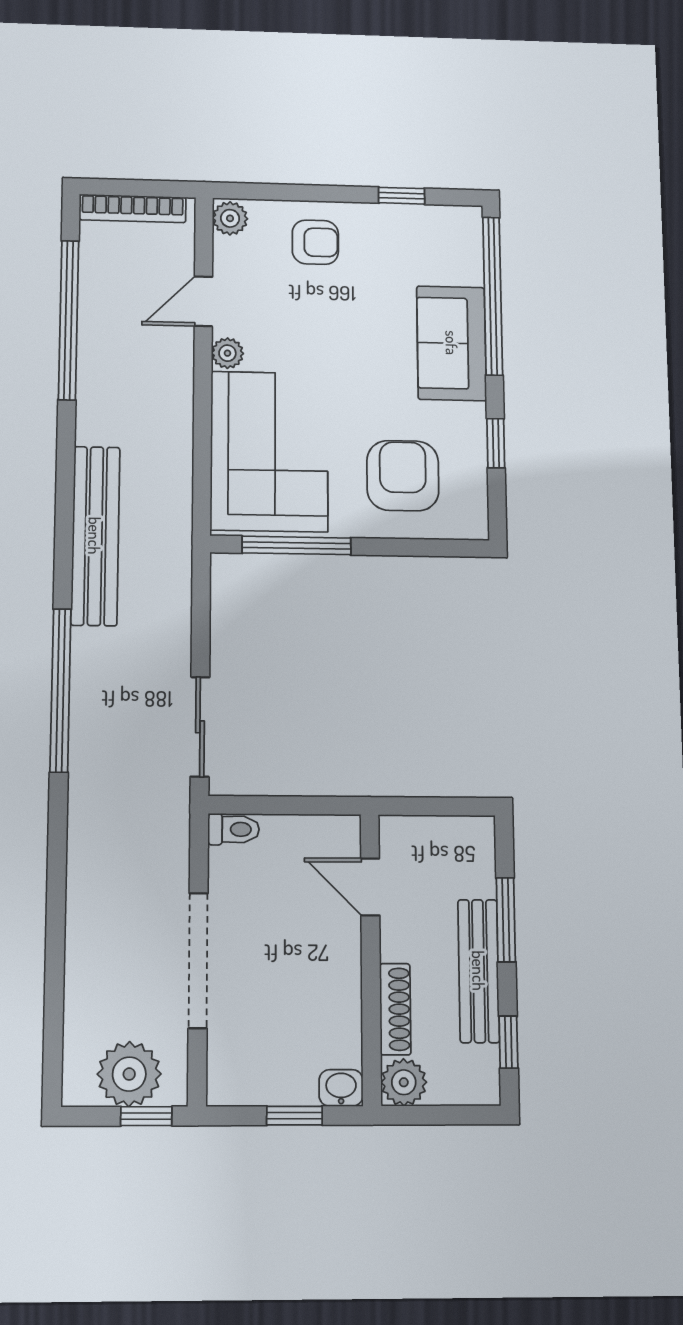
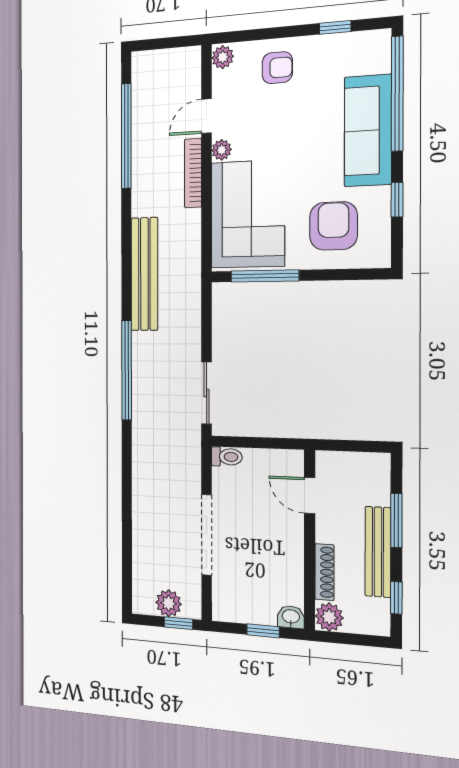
bookcase: (133, 208) -> (193, 173), moved, turned 90
sofa: (452, 343) -> (368, 131), width x1.36
plant: (129, 1074) -> (169, 603), width x0.73, depth x0.73

